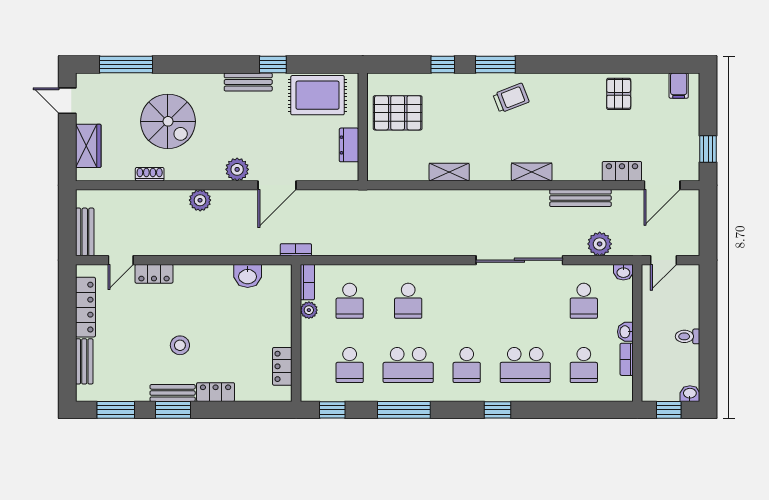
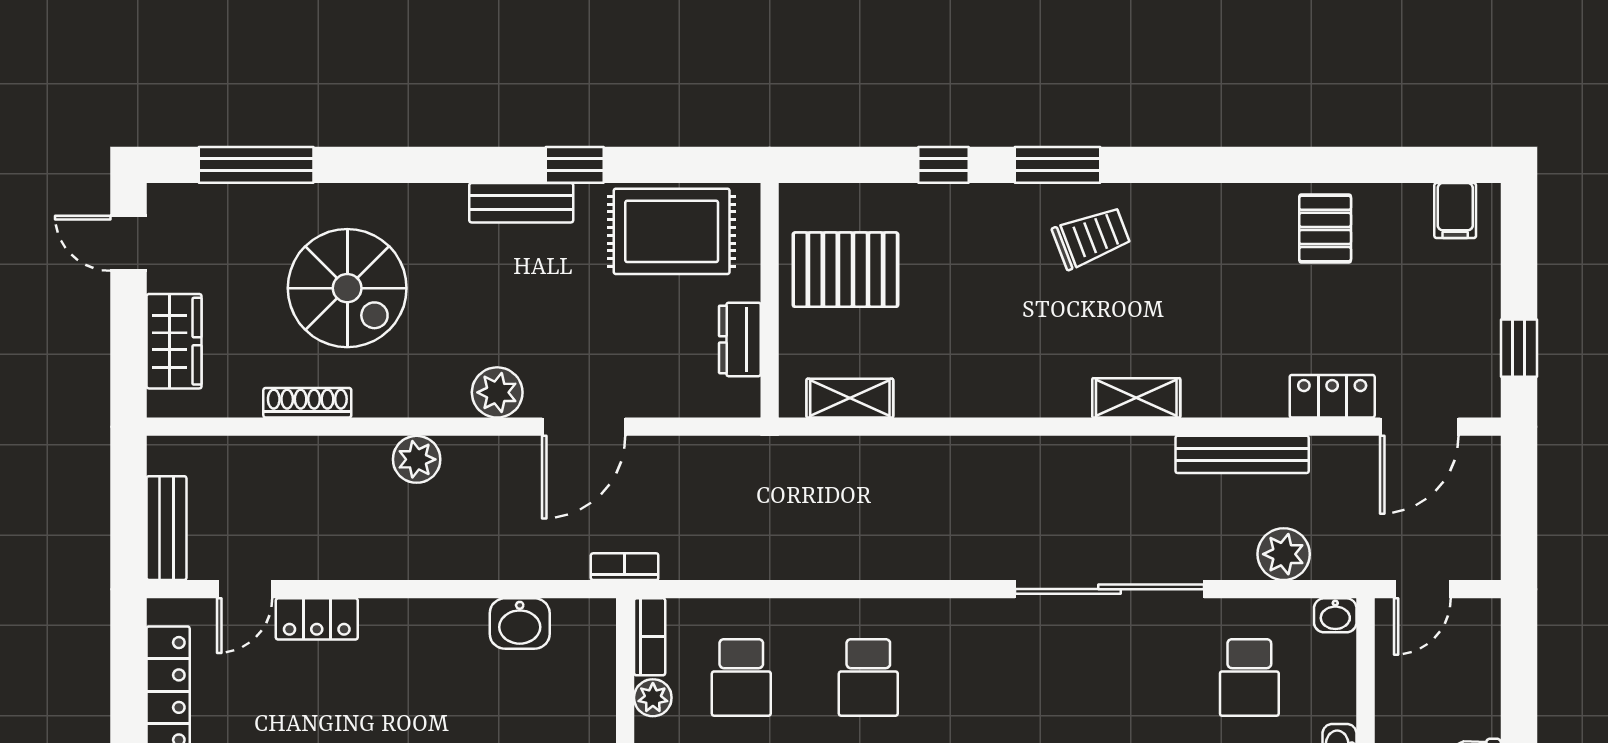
shelving: (449, 172) -> (850, 398), moved
shoe rack: (150, 174) -> (307, 403), width x1.43

